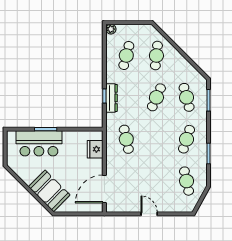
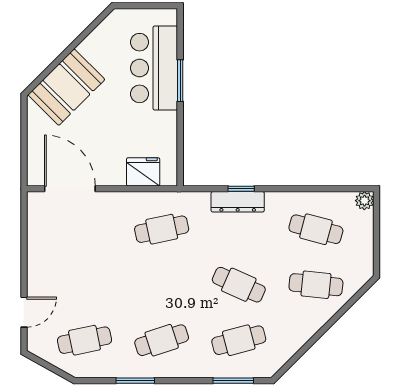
cafe table: (187, 139) -> (162, 340), turned -36
door: (149, 214) -> (24, 312), moved

